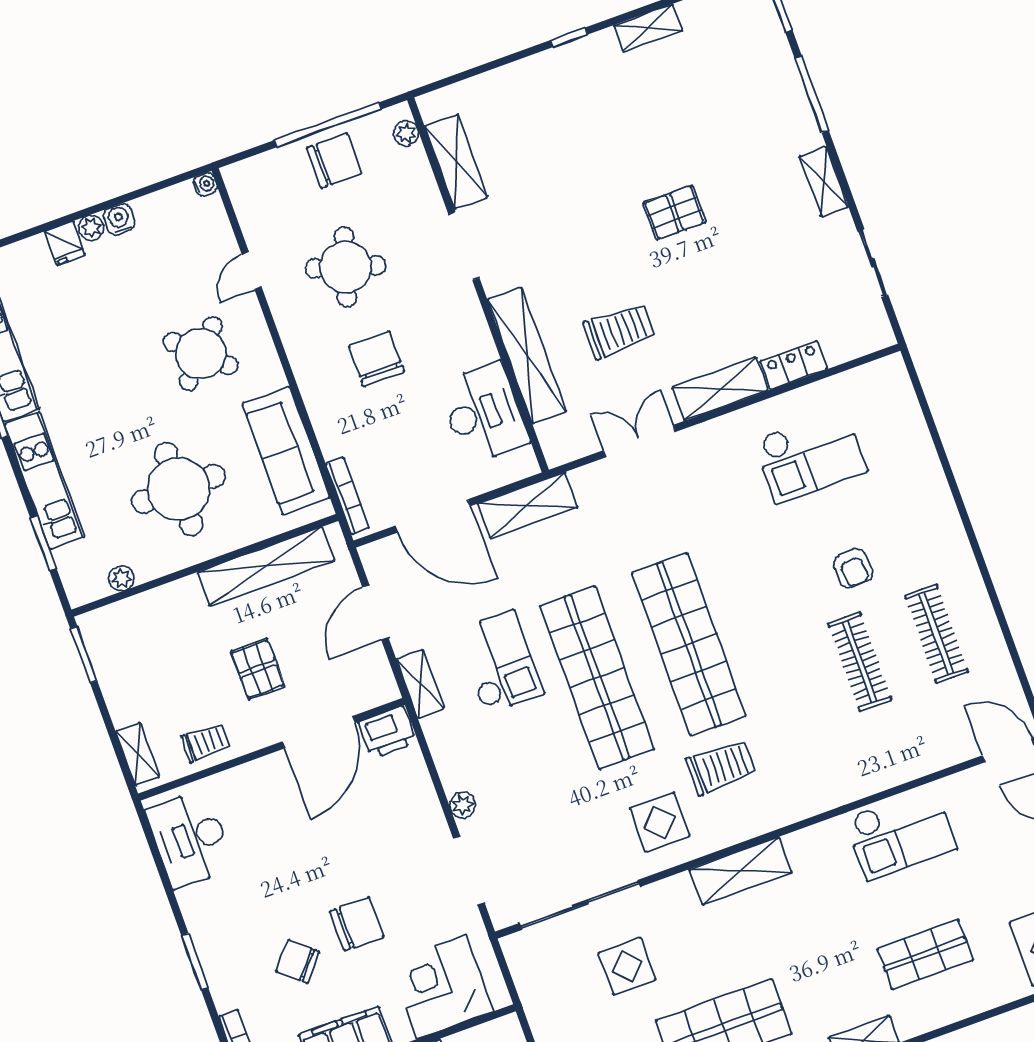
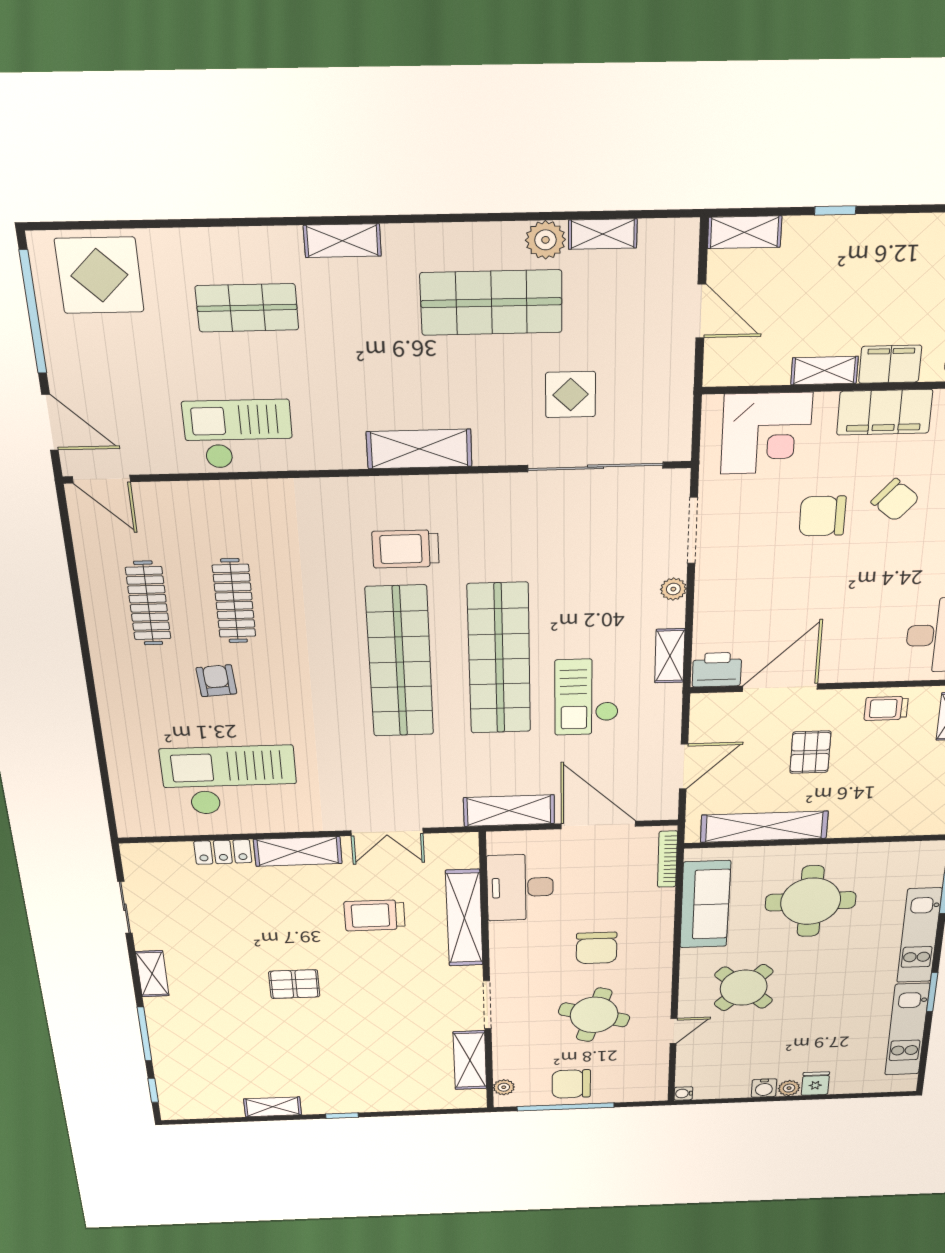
checkout: (810, 456) -> (230, 780), width x1.36, depth x1.21
plant: (121, 578) -> (893, 851), removed
shelving: (420, 684) -> (670, 656), moved
display table: (660, 822) -> (486, 518), removed

